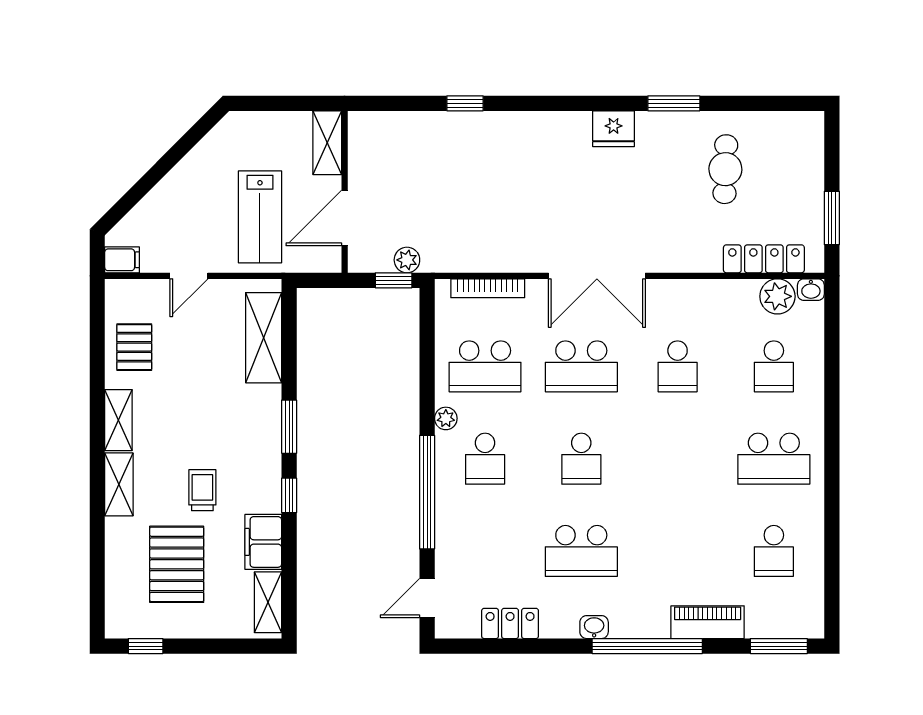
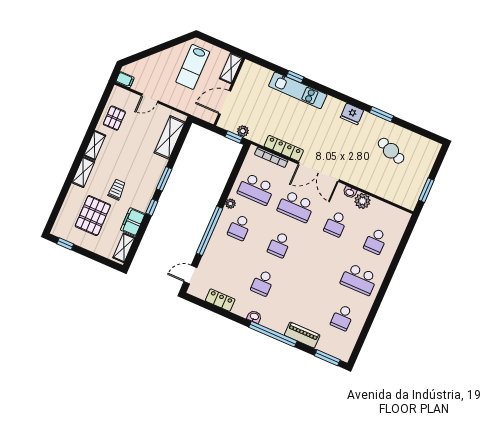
kitchen unit: (483, 129) -> (298, 90), added
cafe table: (725, 169) -> (391, 151), turned -71
lab bench: (260, 217) -> (193, 67), moved
locker: (764, 259) -> (284, 148), moved
washbasin: (811, 290) -> (350, 192), moved
plant: (777, 296) -> (362, 201), moved
school desk: (581, 551) -> (263, 283), width x0.54

